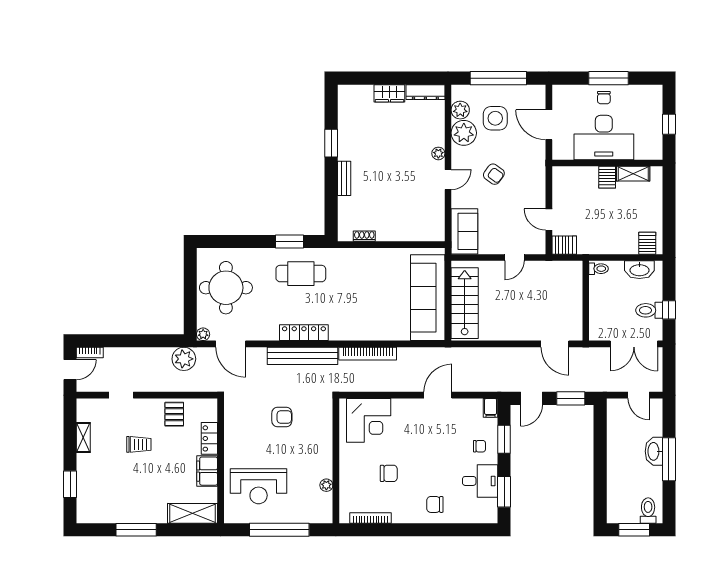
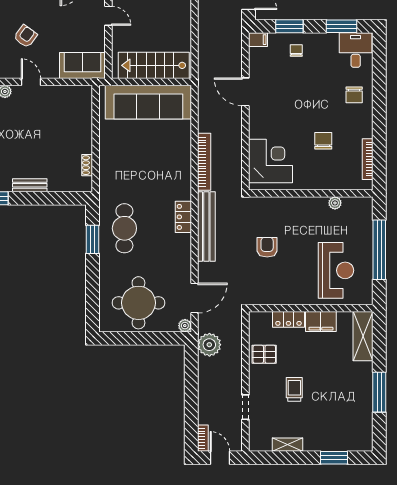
locker: (304, 333) -> (183, 217), width x0.66
desk: (480, 481) -> (356, 50), moved

